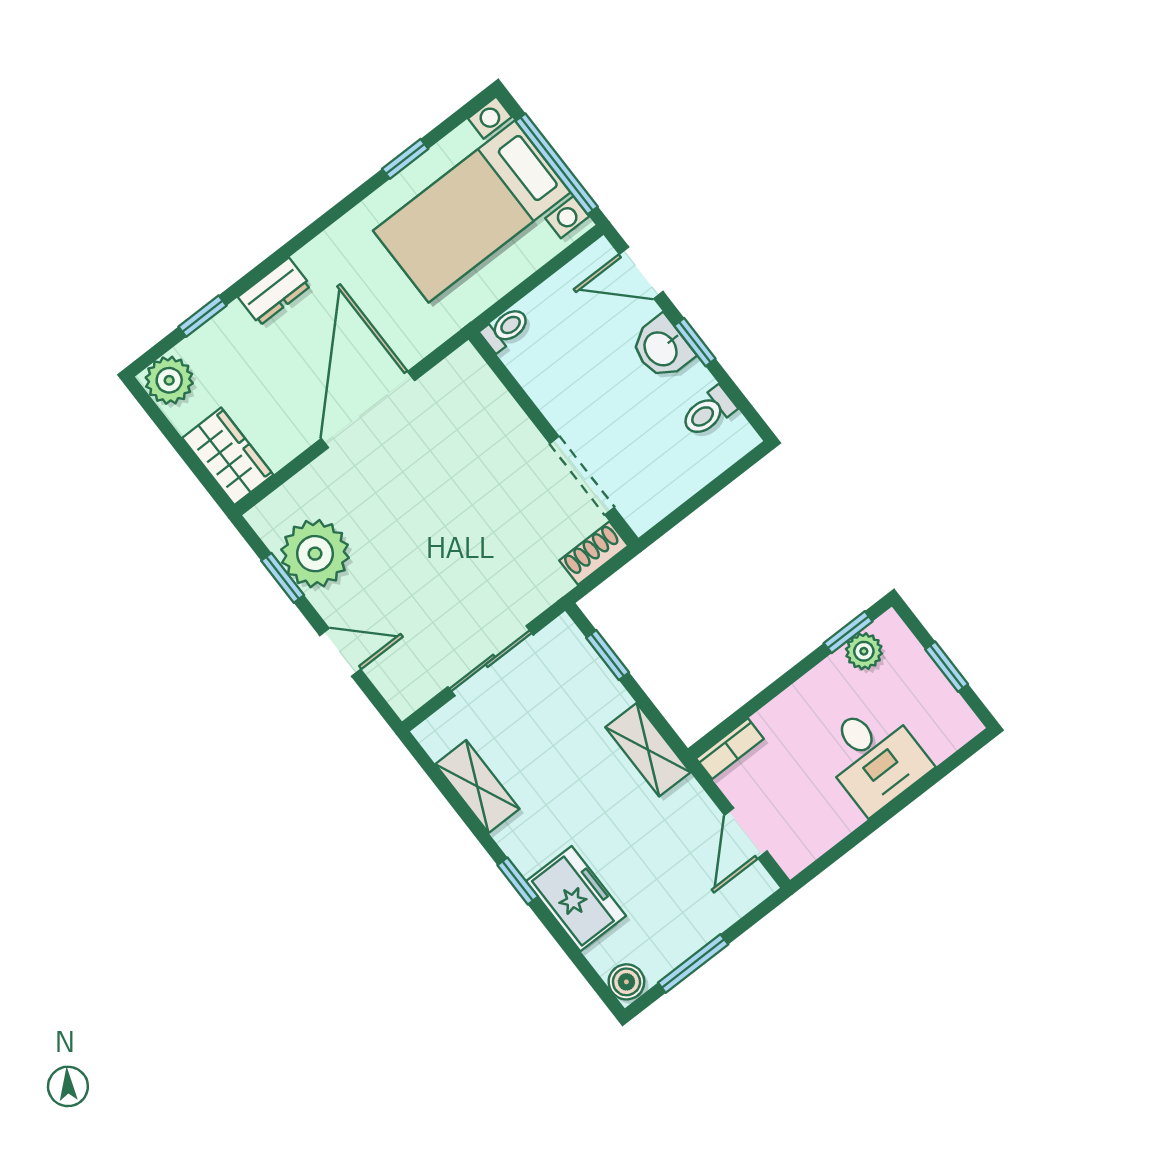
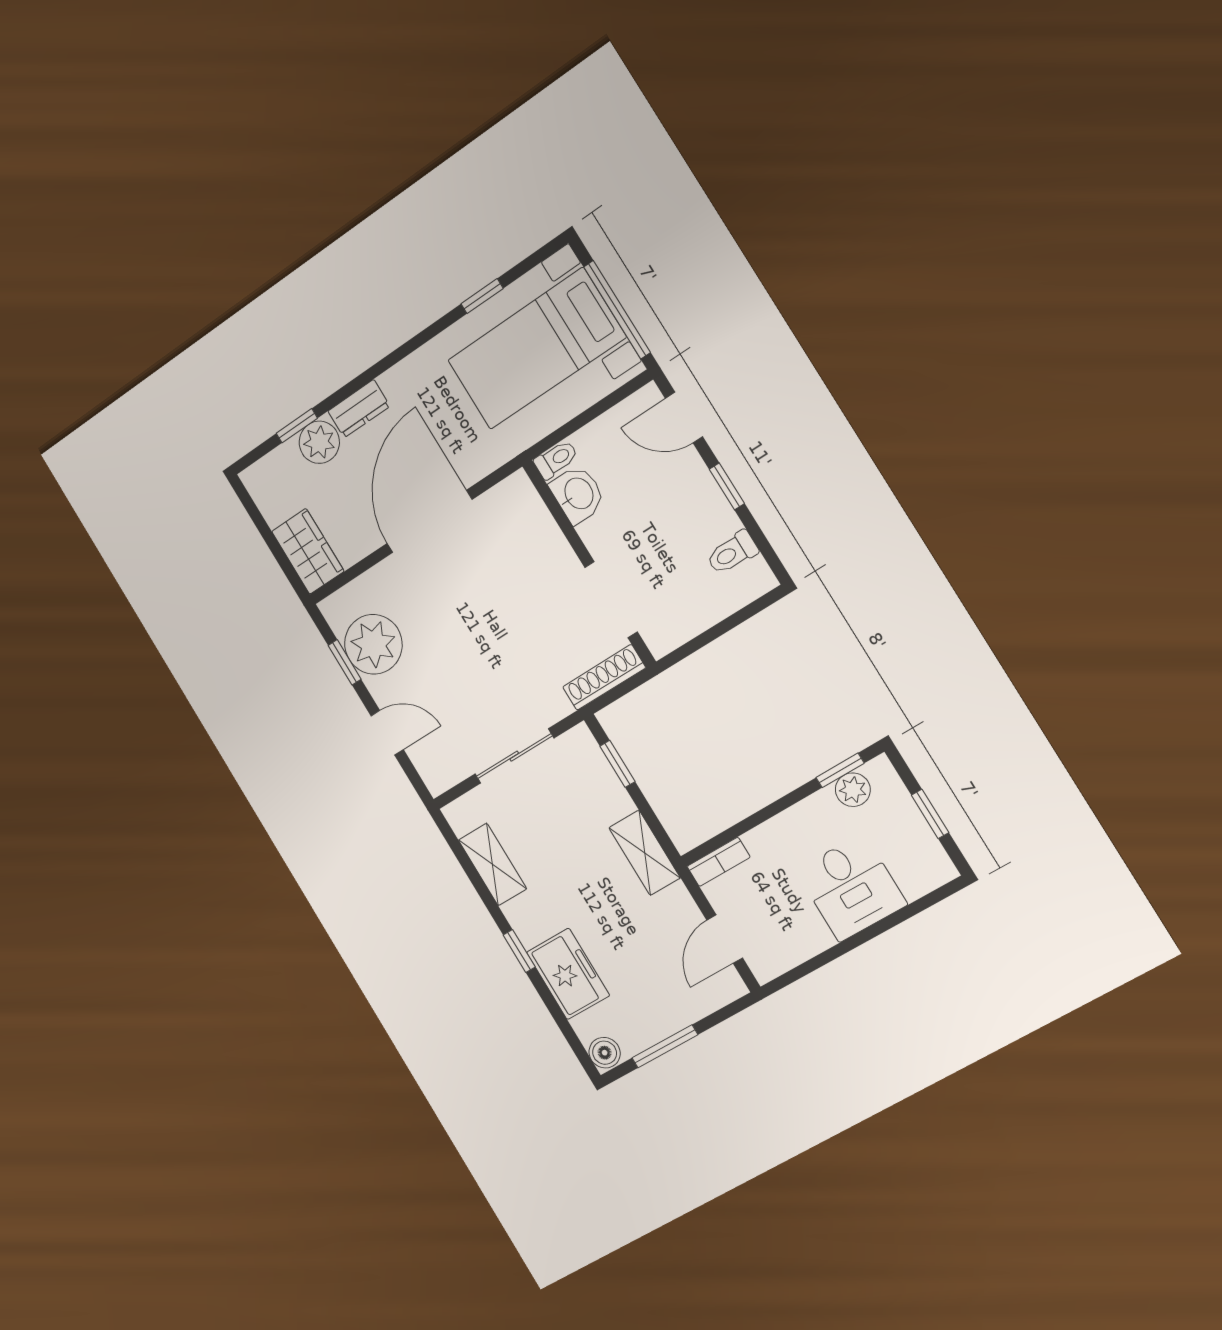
washbasin: (662, 348) -> (578, 494), moved, turned 180
plant: (169, 380) -> (319, 442), moved
shoe rack: (594, 553) -> (604, 677), width x1.43

